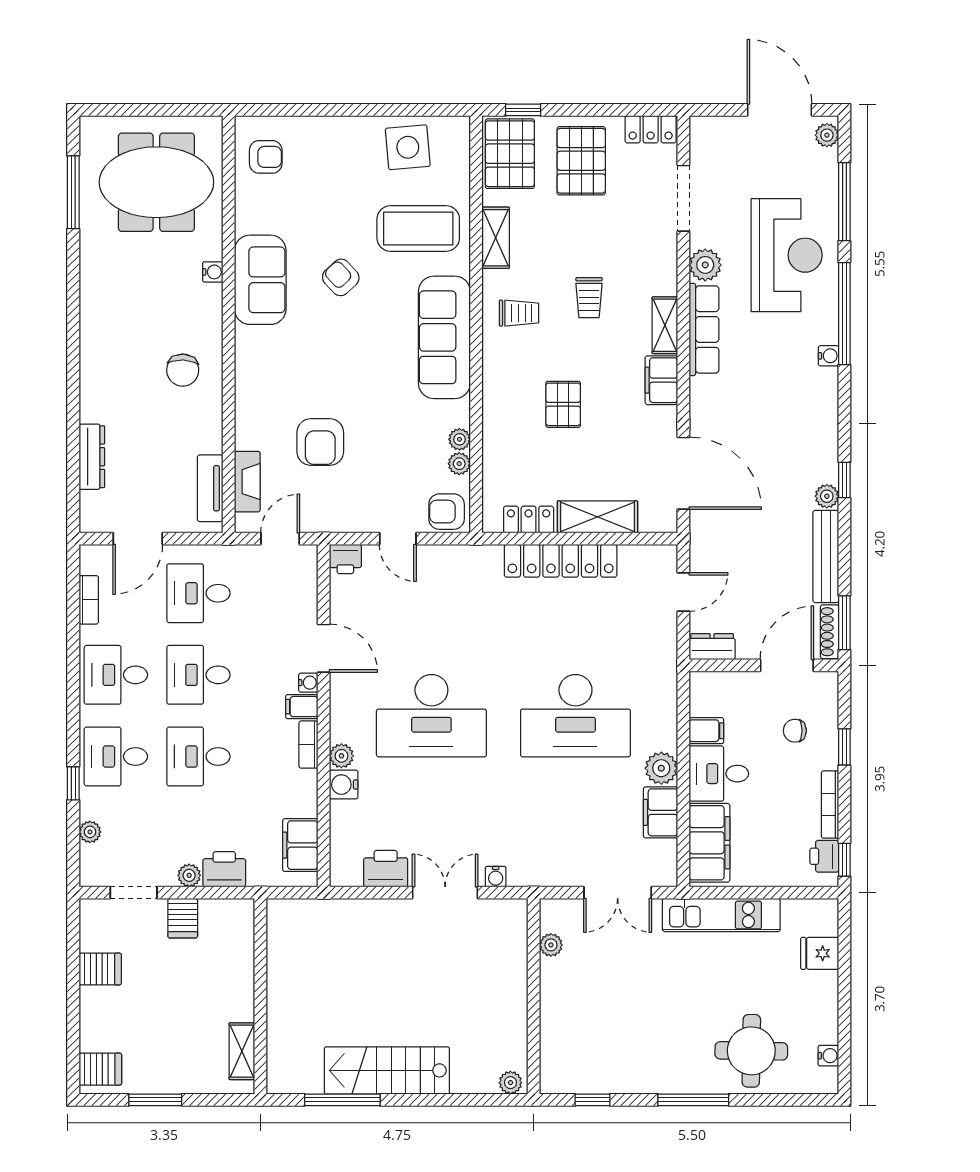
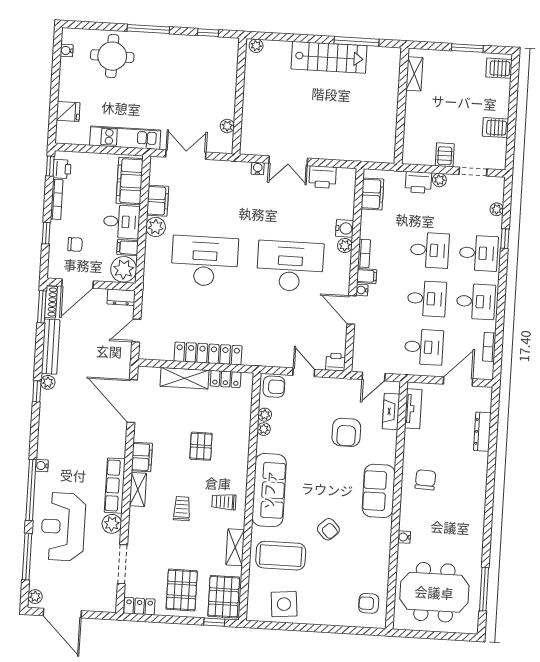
sofa: (260, 280) -> (379, 491), moved
armchair: (320, 442) -> (346, 432), turned 180
plant: (711, 694) -> (124, 269), added

